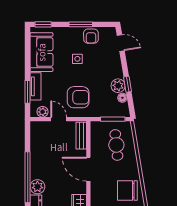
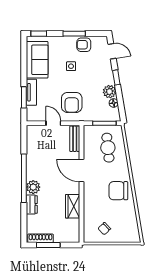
armchair: (91, 36) -> (84, 45), turned 91
window: (128, 84) -> (116, 77), moved
armchair: (78, 97) -> (72, 102), turned 90
plant: (42, 112) -> (38, 116), removed

